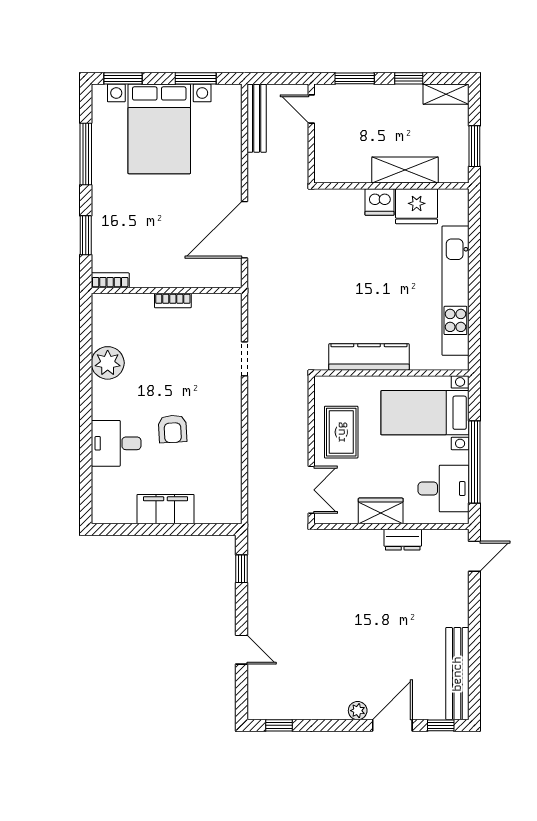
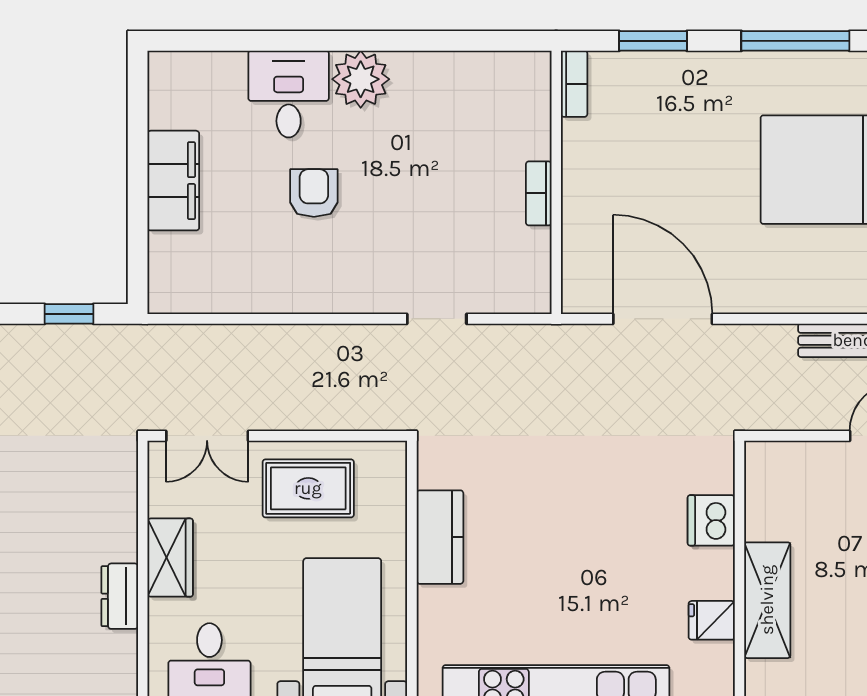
dishwasher: (380, 202) -> (711, 520), moved
fridge: (417, 206) -> (712, 620), width x0.53, depth x0.75
kitchen counter: (369, 357) -> (440, 537), width x0.67
plant: (108, 363) -> (361, 79), moved
armchair: (173, 429) -> (314, 193), turned 93

